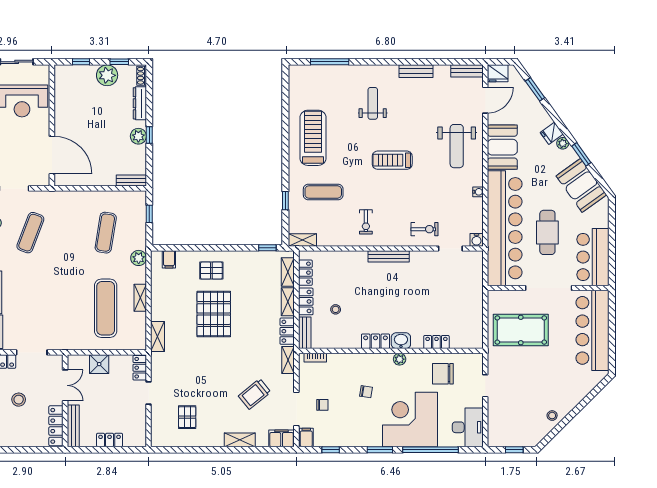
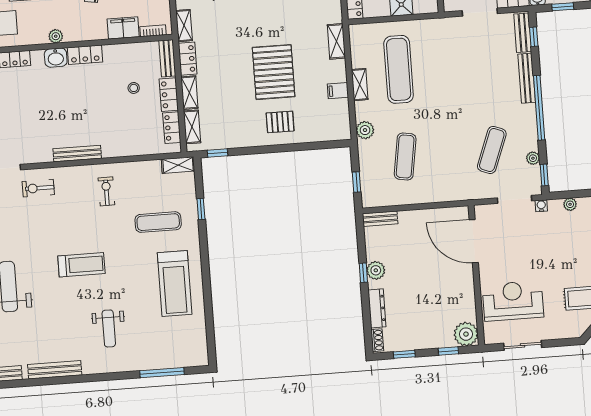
bench: (416, 71) -> (55, 370), width x1.36
plant: (107, 75) -> (466, 334), moved
filing cabinet: (169, 259) -> (338, 91), moved, turned -90
filing cabinet: (341, 362) -> (123, 28), added

